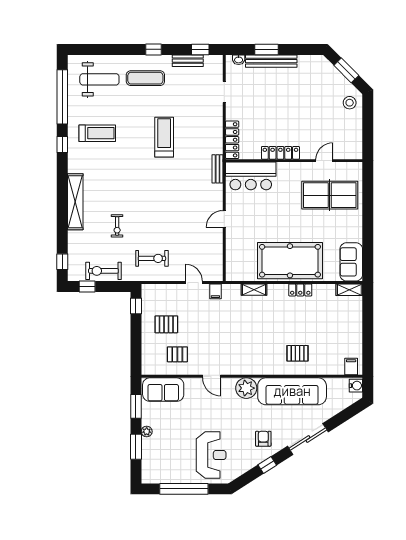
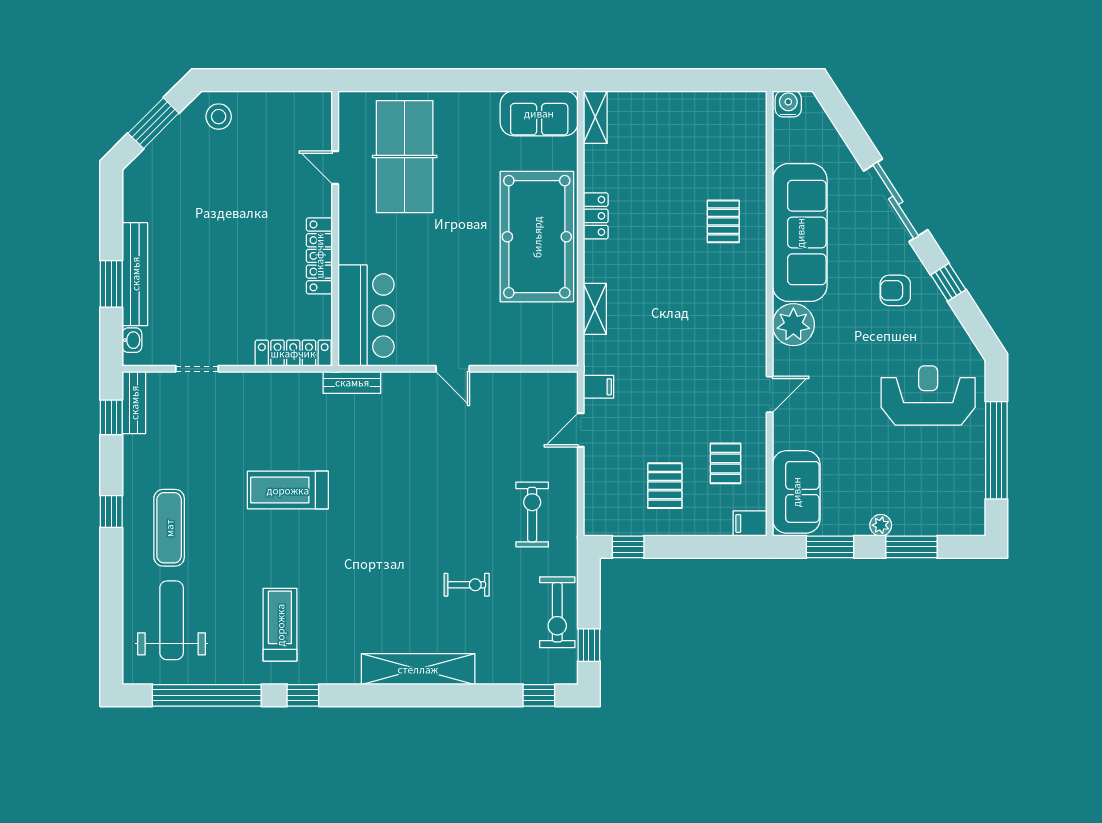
bench: (188, 61) -> (134, 403), moved
filing cabinet: (351, 367) -> (750, 523), moved

